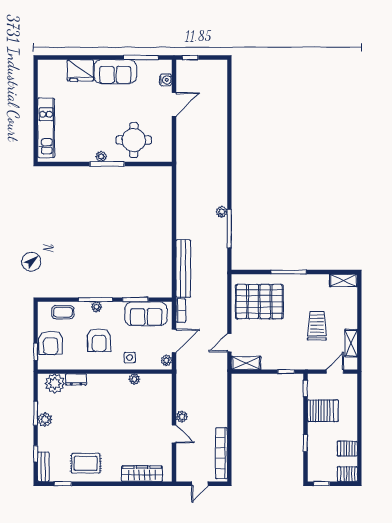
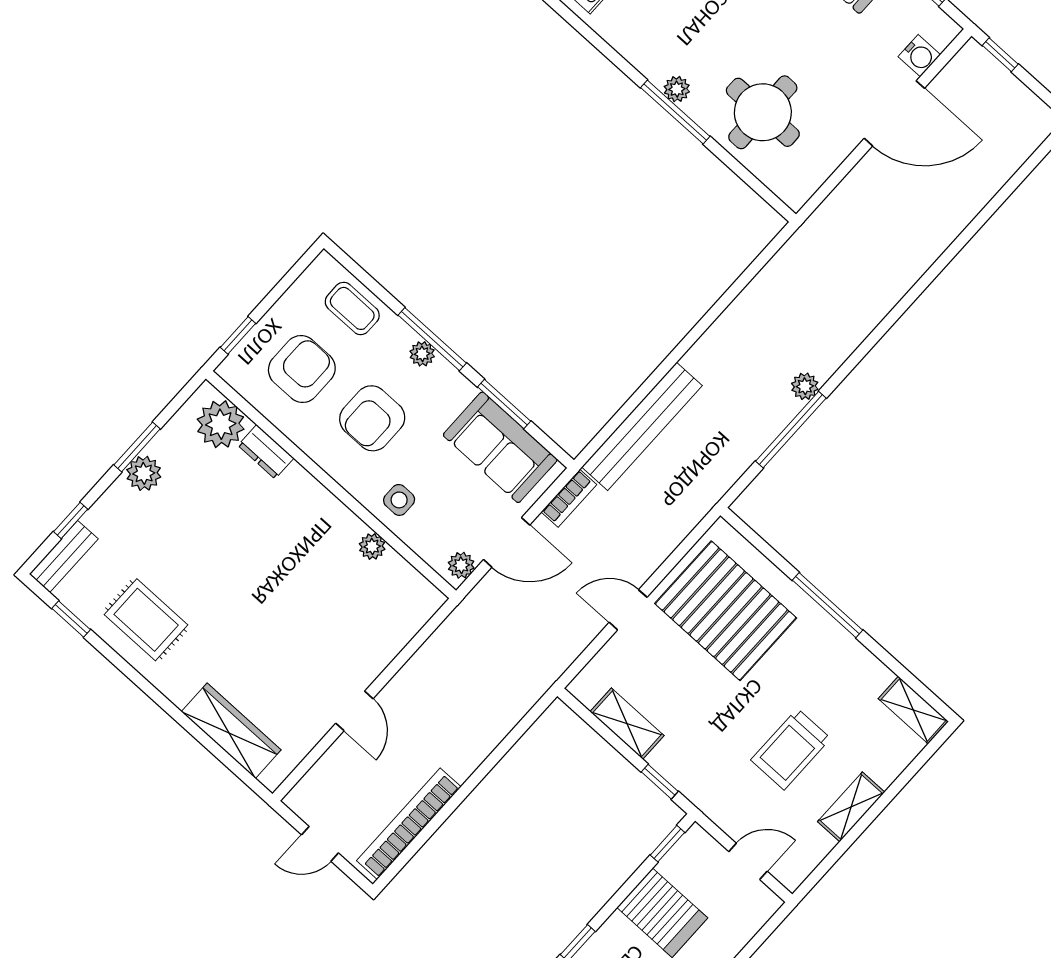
door: (174, 104) -> (894, 113), width x1.36
trolley: (317, 326) -> (791, 749), turned 180
armchair: (51, 343) -> (302, 369), moved, turned 180
door: (229, 343) -> (628, 610), moved
shelving: (351, 343) -> (851, 807), moved
shelving: (246, 363) -> (627, 724), moved
plant: (182, 417) -> (397, 693), removed

